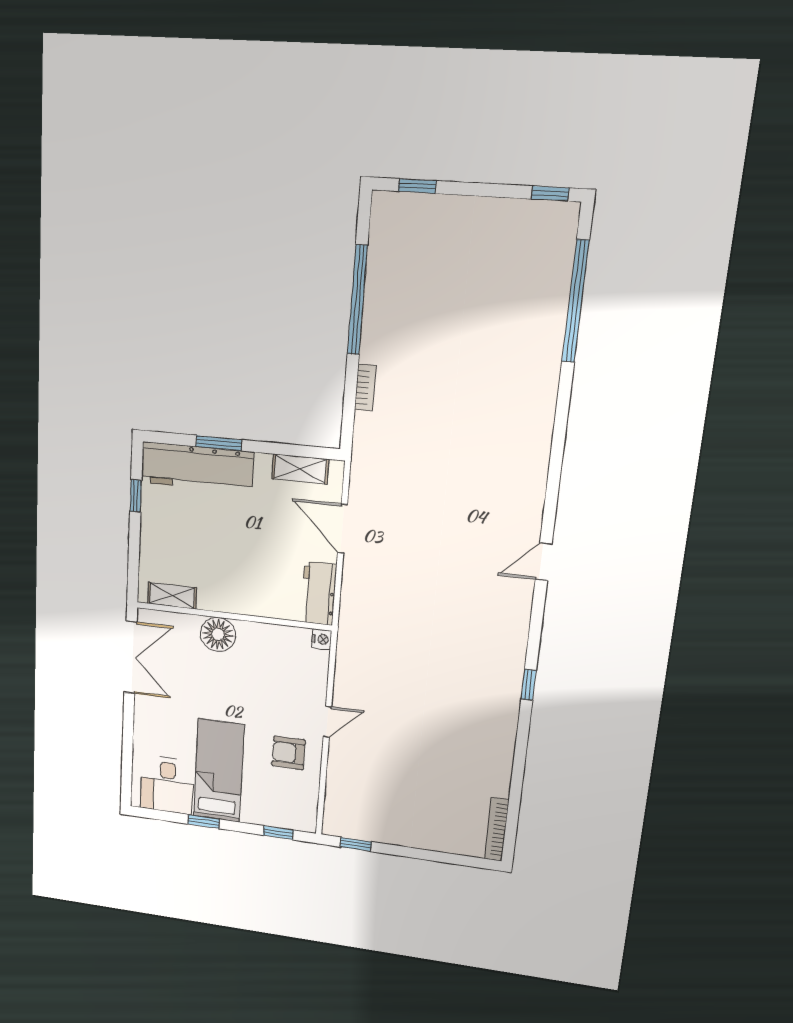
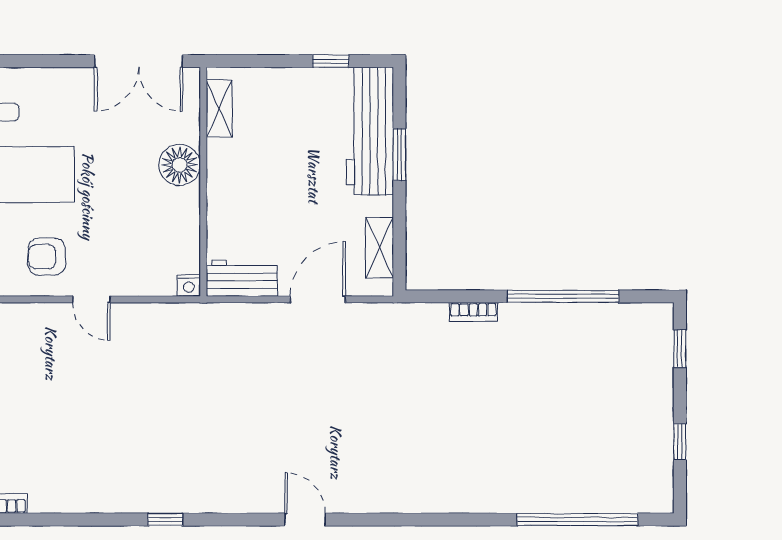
window: (550, 194) -> (680, 442), moved
armchair: (289, 753) -> (47, 257), turned -90

